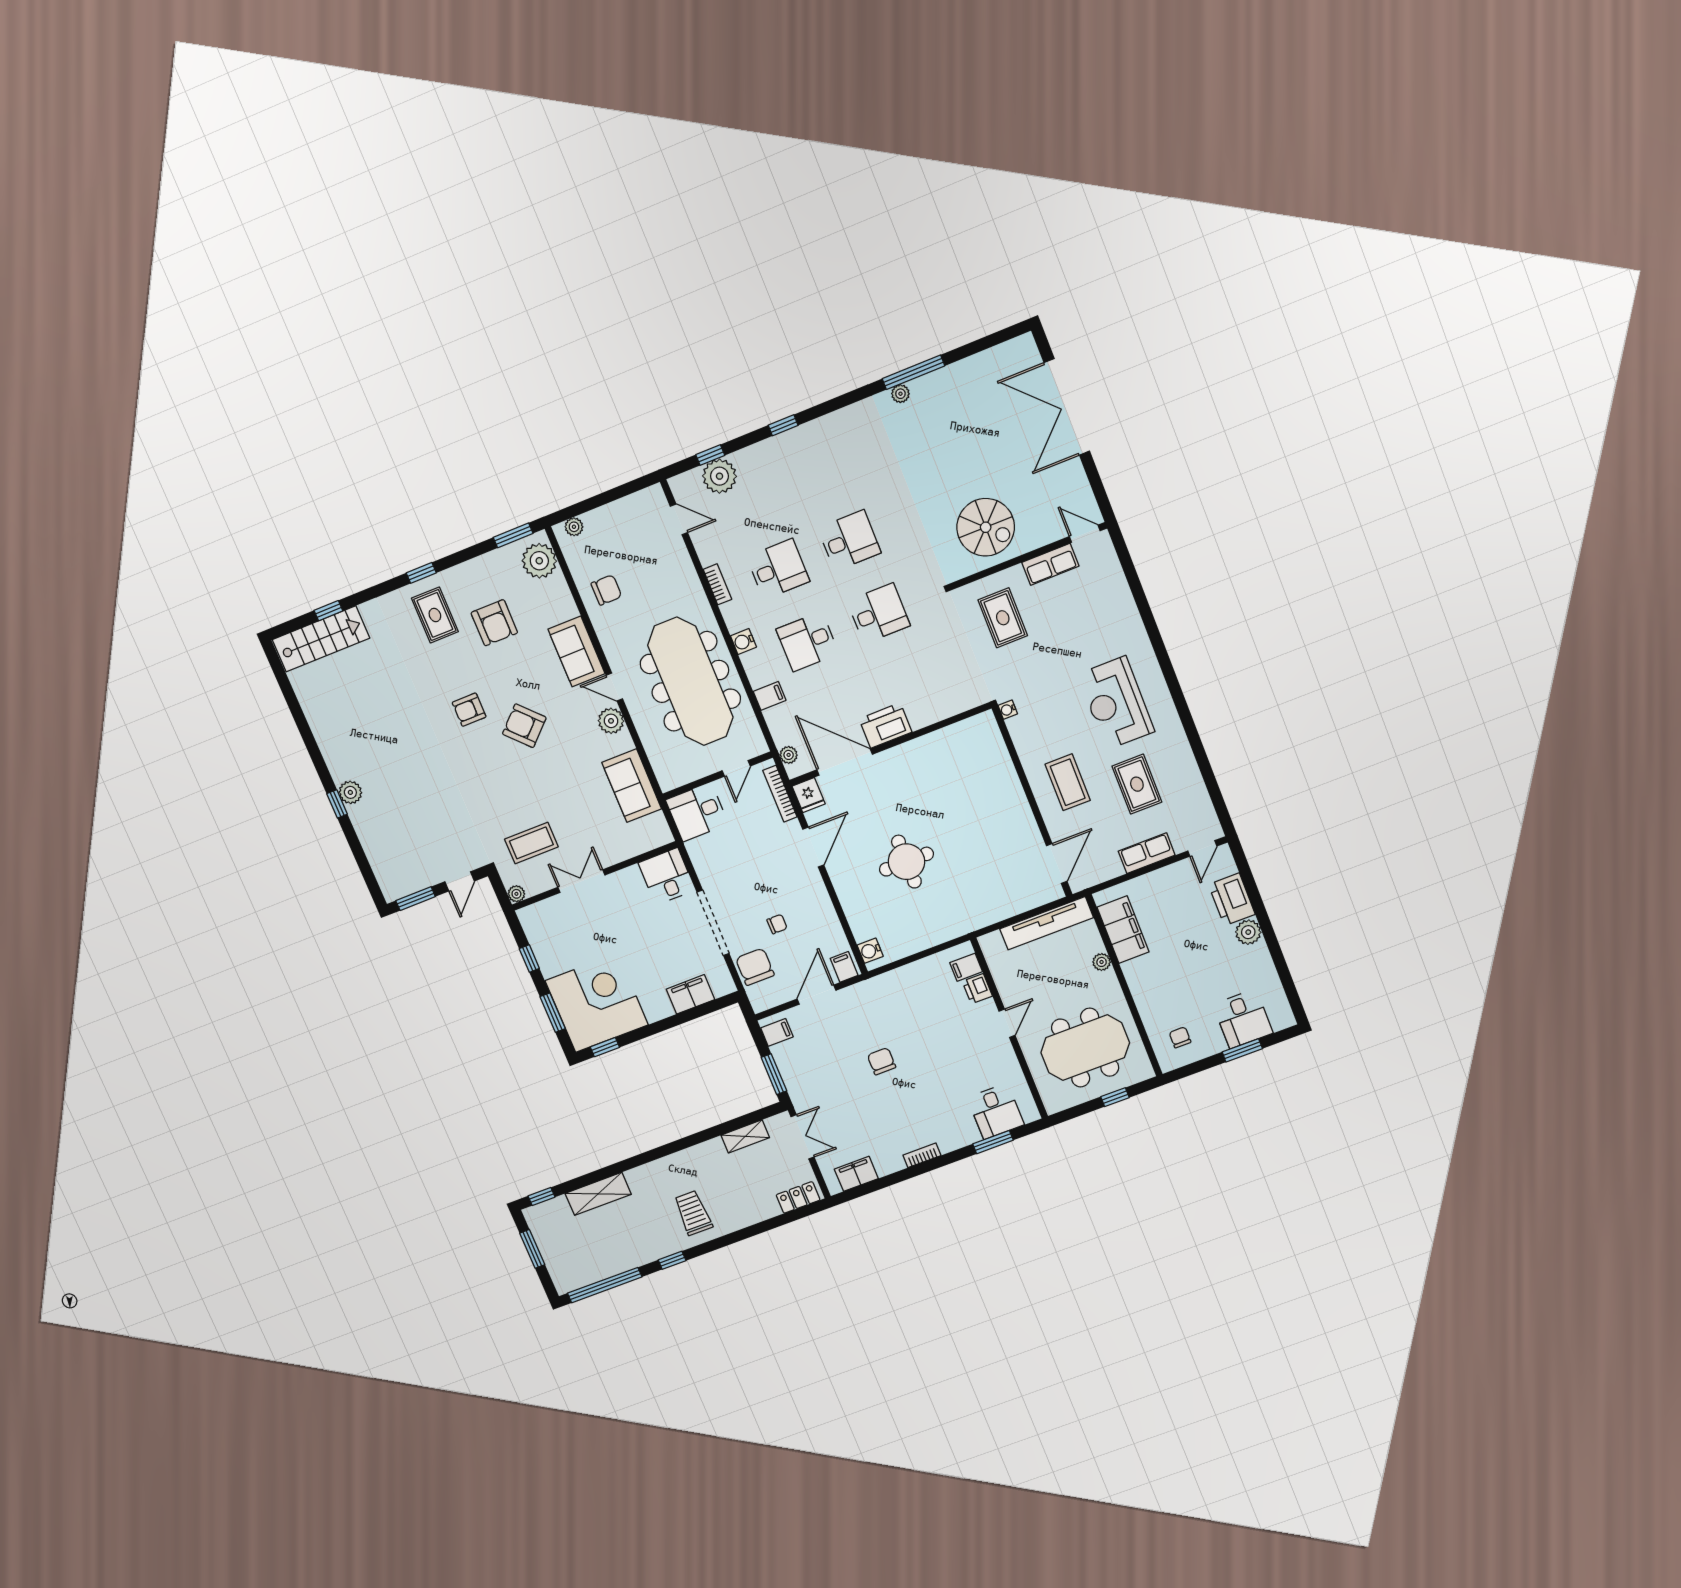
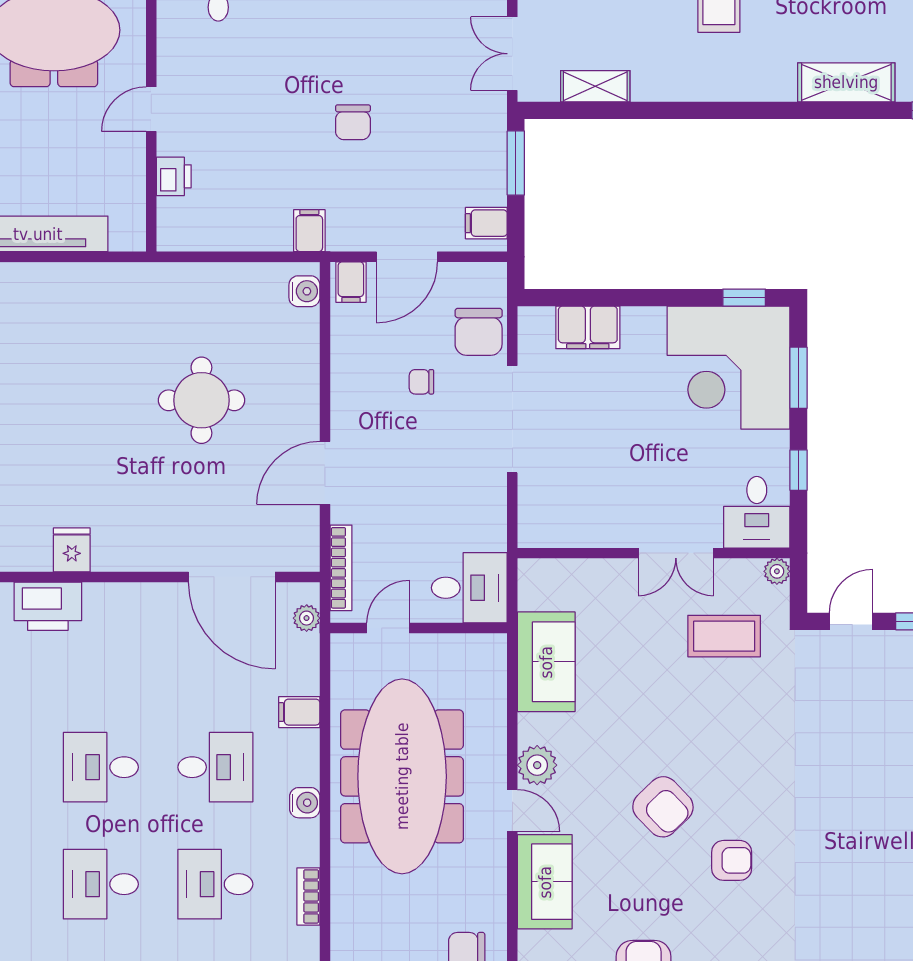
printer: (885, 725) -> (48, 606), moved
fridge: (809, 795) -> (72, 550), moved
desk: (667, 876) -> (757, 512), moved
filing cabinet: (966, 967) -> (309, 231), moved, turned -90

